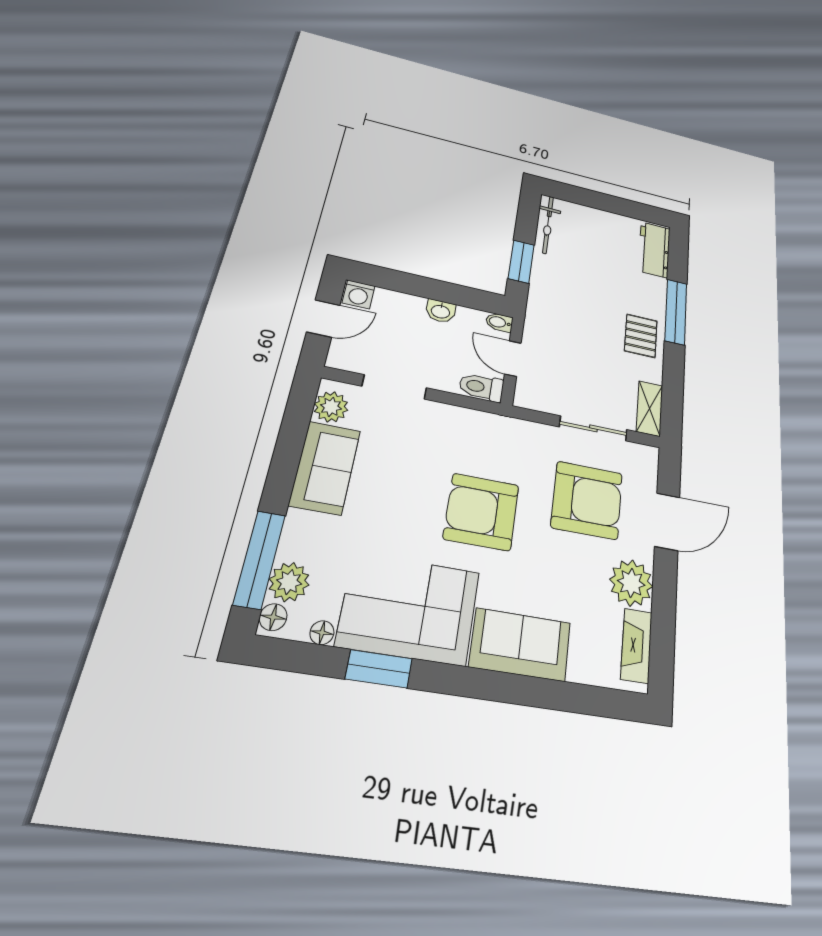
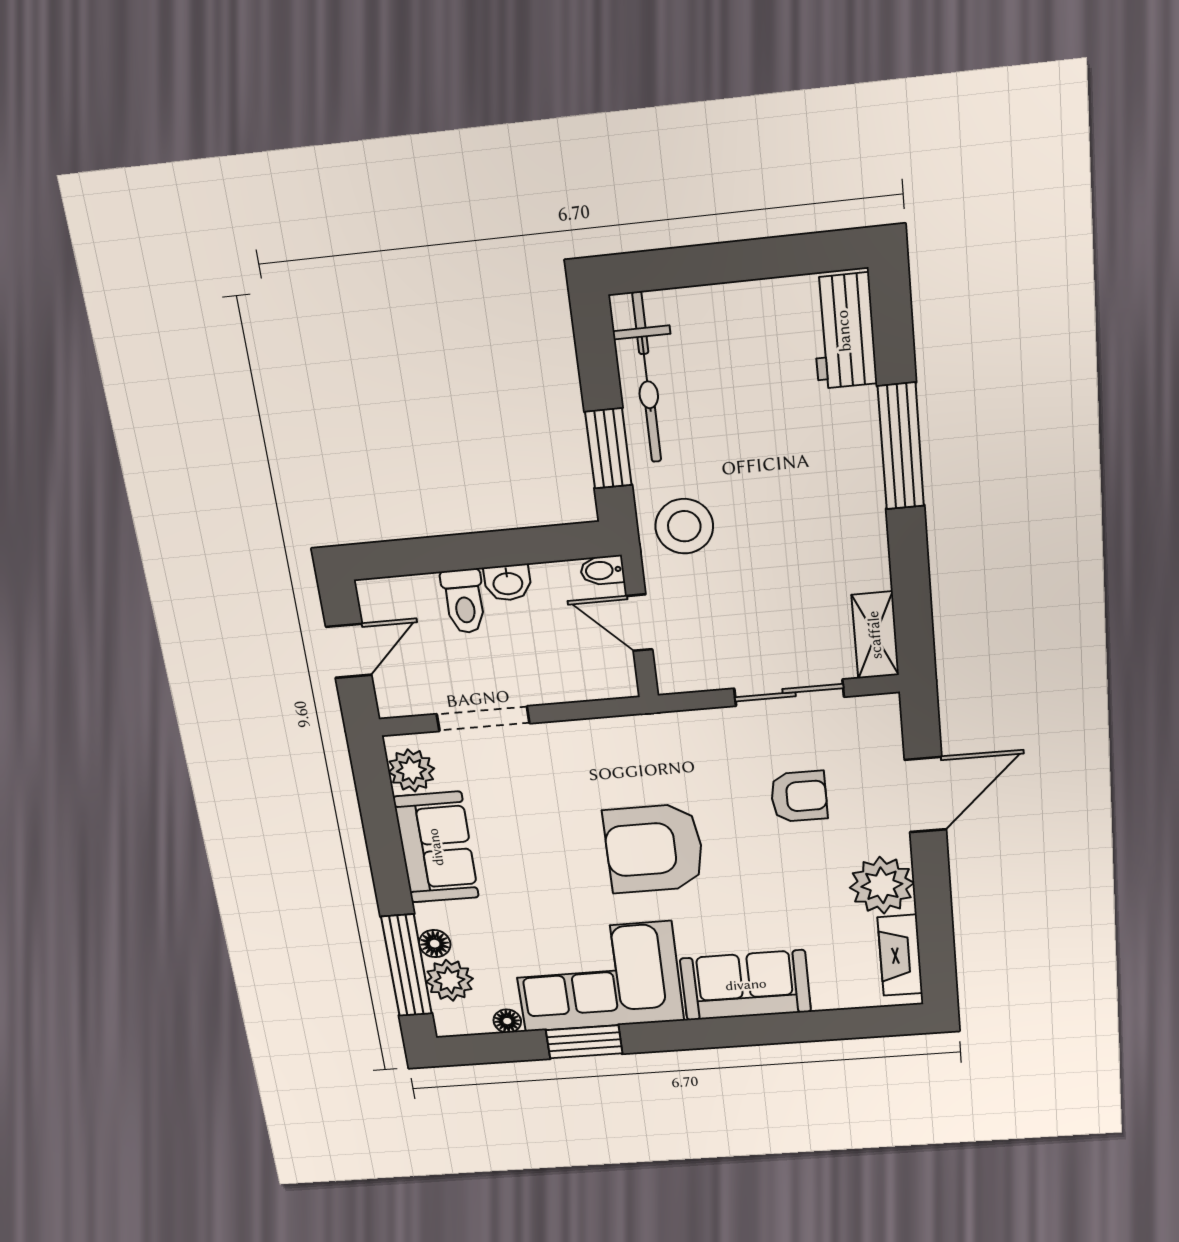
bicycle: (548, 225) -> (647, 378), width x1.37, depth x1.40
washing machine: (359, 294) -> (381, 597), removed
stool: (553, 314) -> (684, 526), added
pallet: (641, 336) -> (843, 514), removed
toilet: (481, 387) -> (464, 601), moved, turned -90
armchair: (587, 500) -> (799, 796), width x0.53, depth x0.53
floor lamp: (273, 617) -> (435, 944), moved

